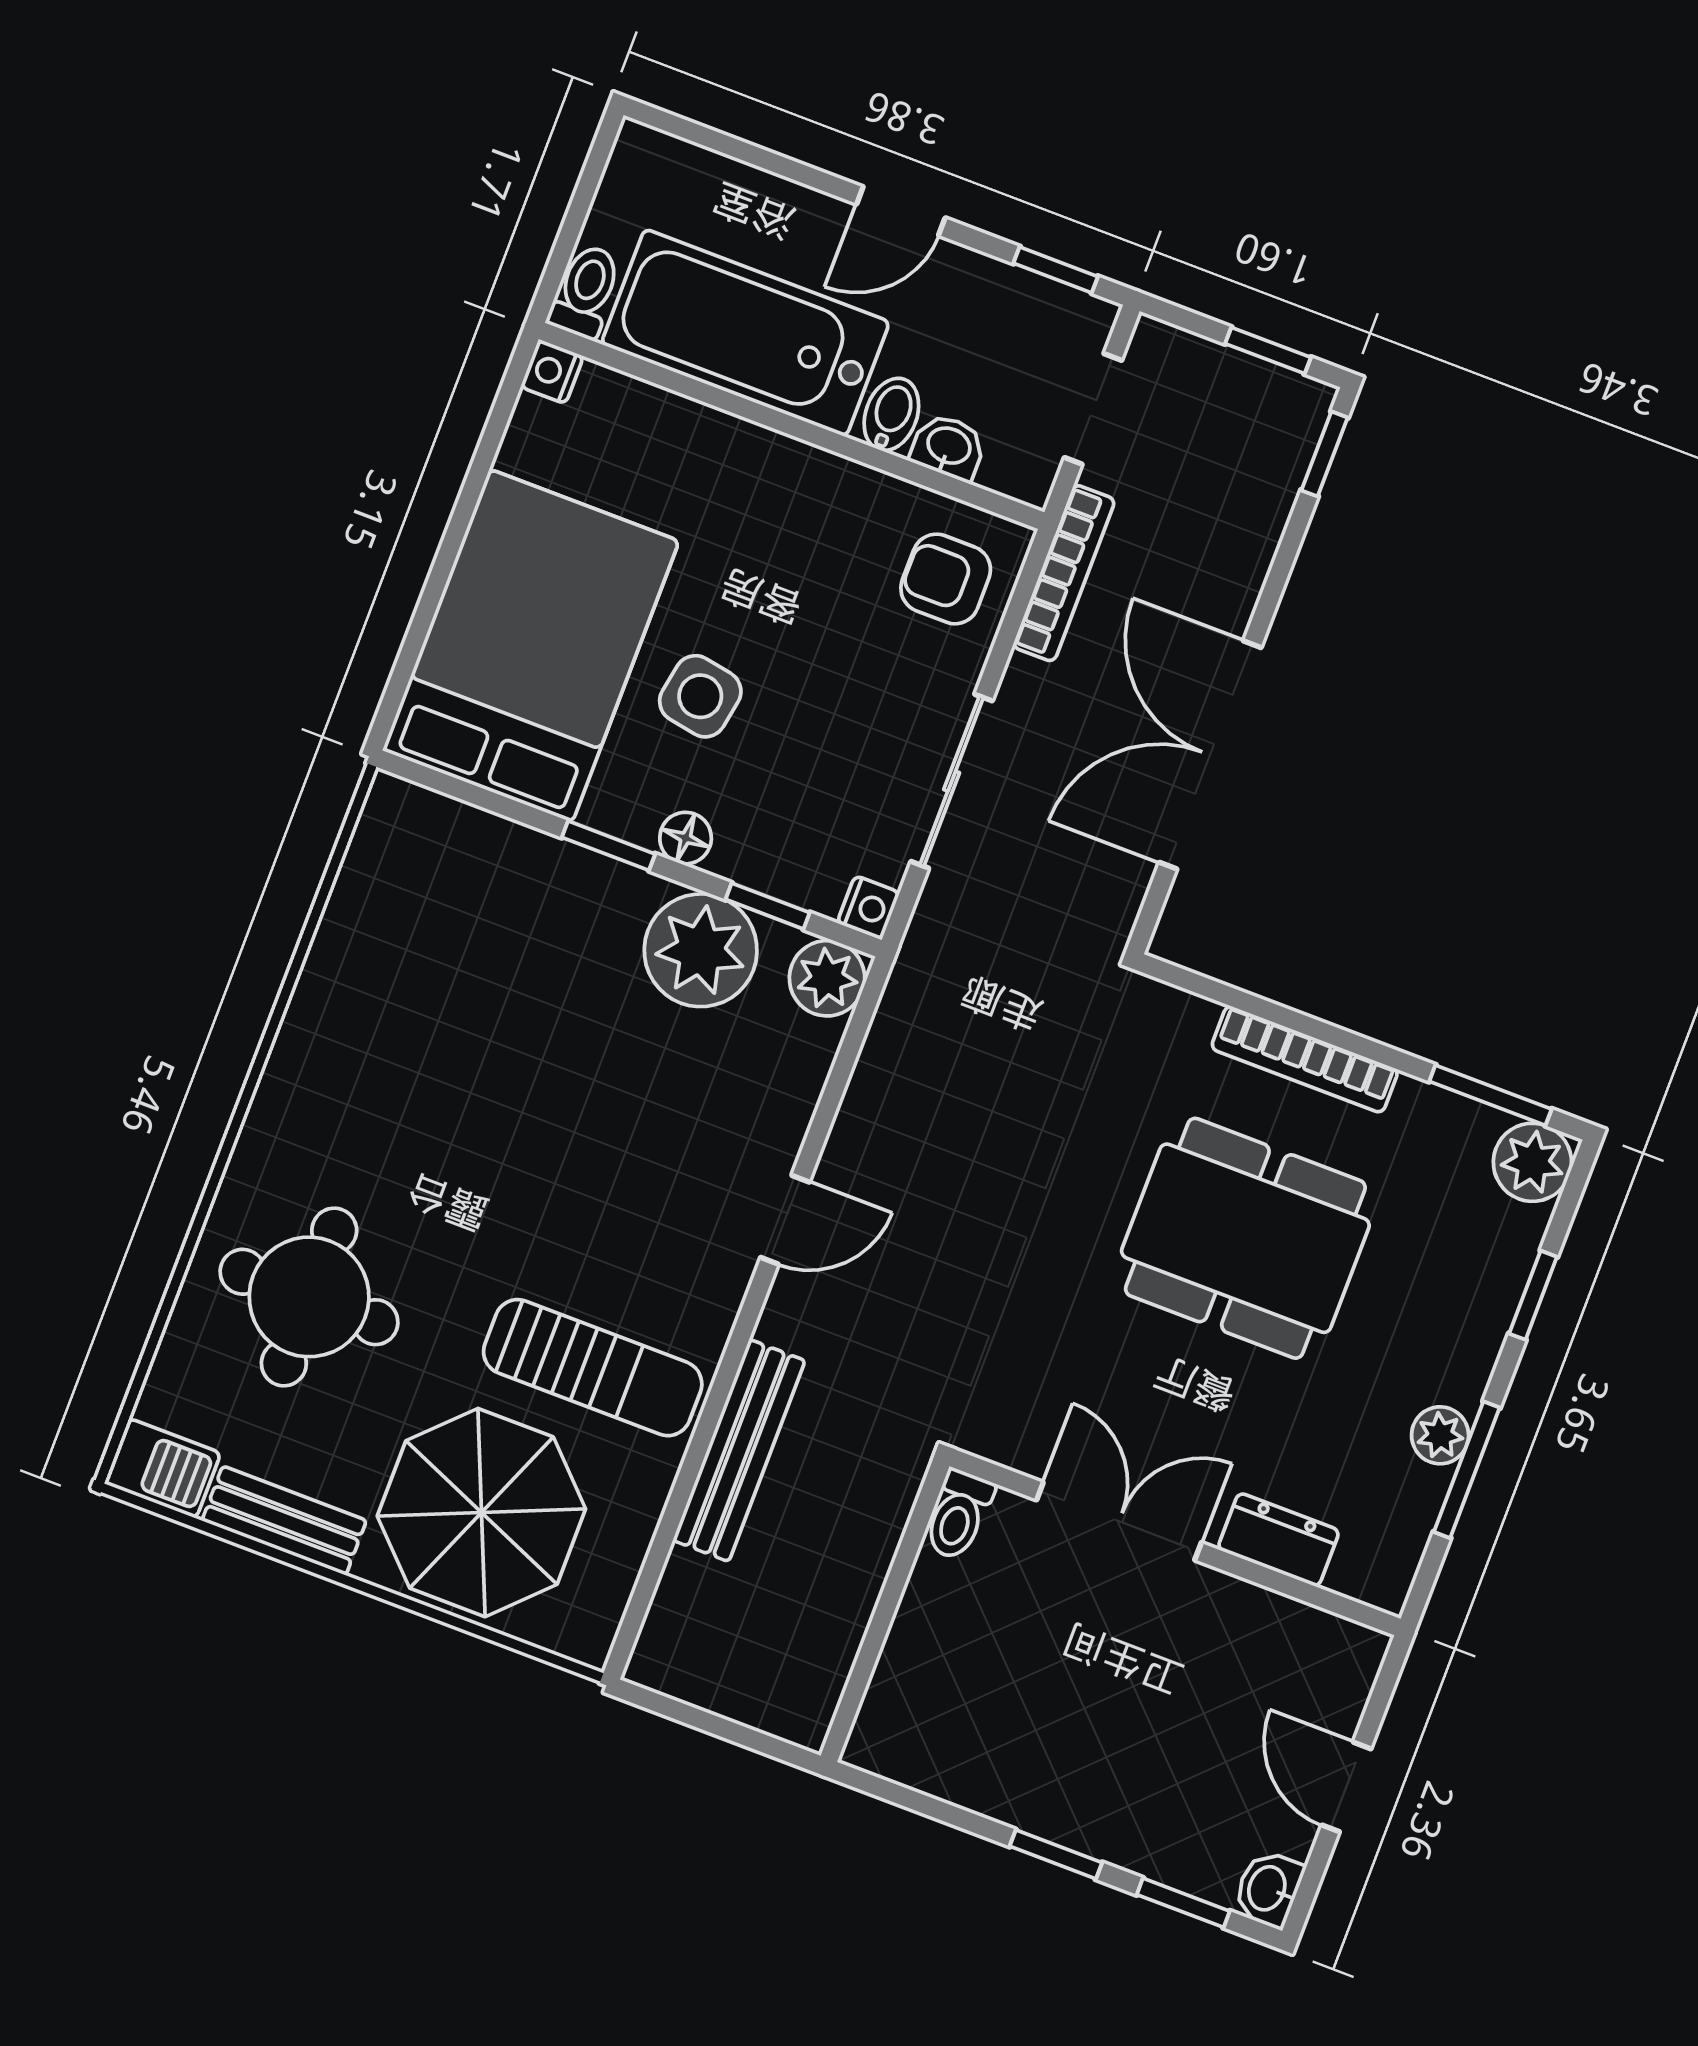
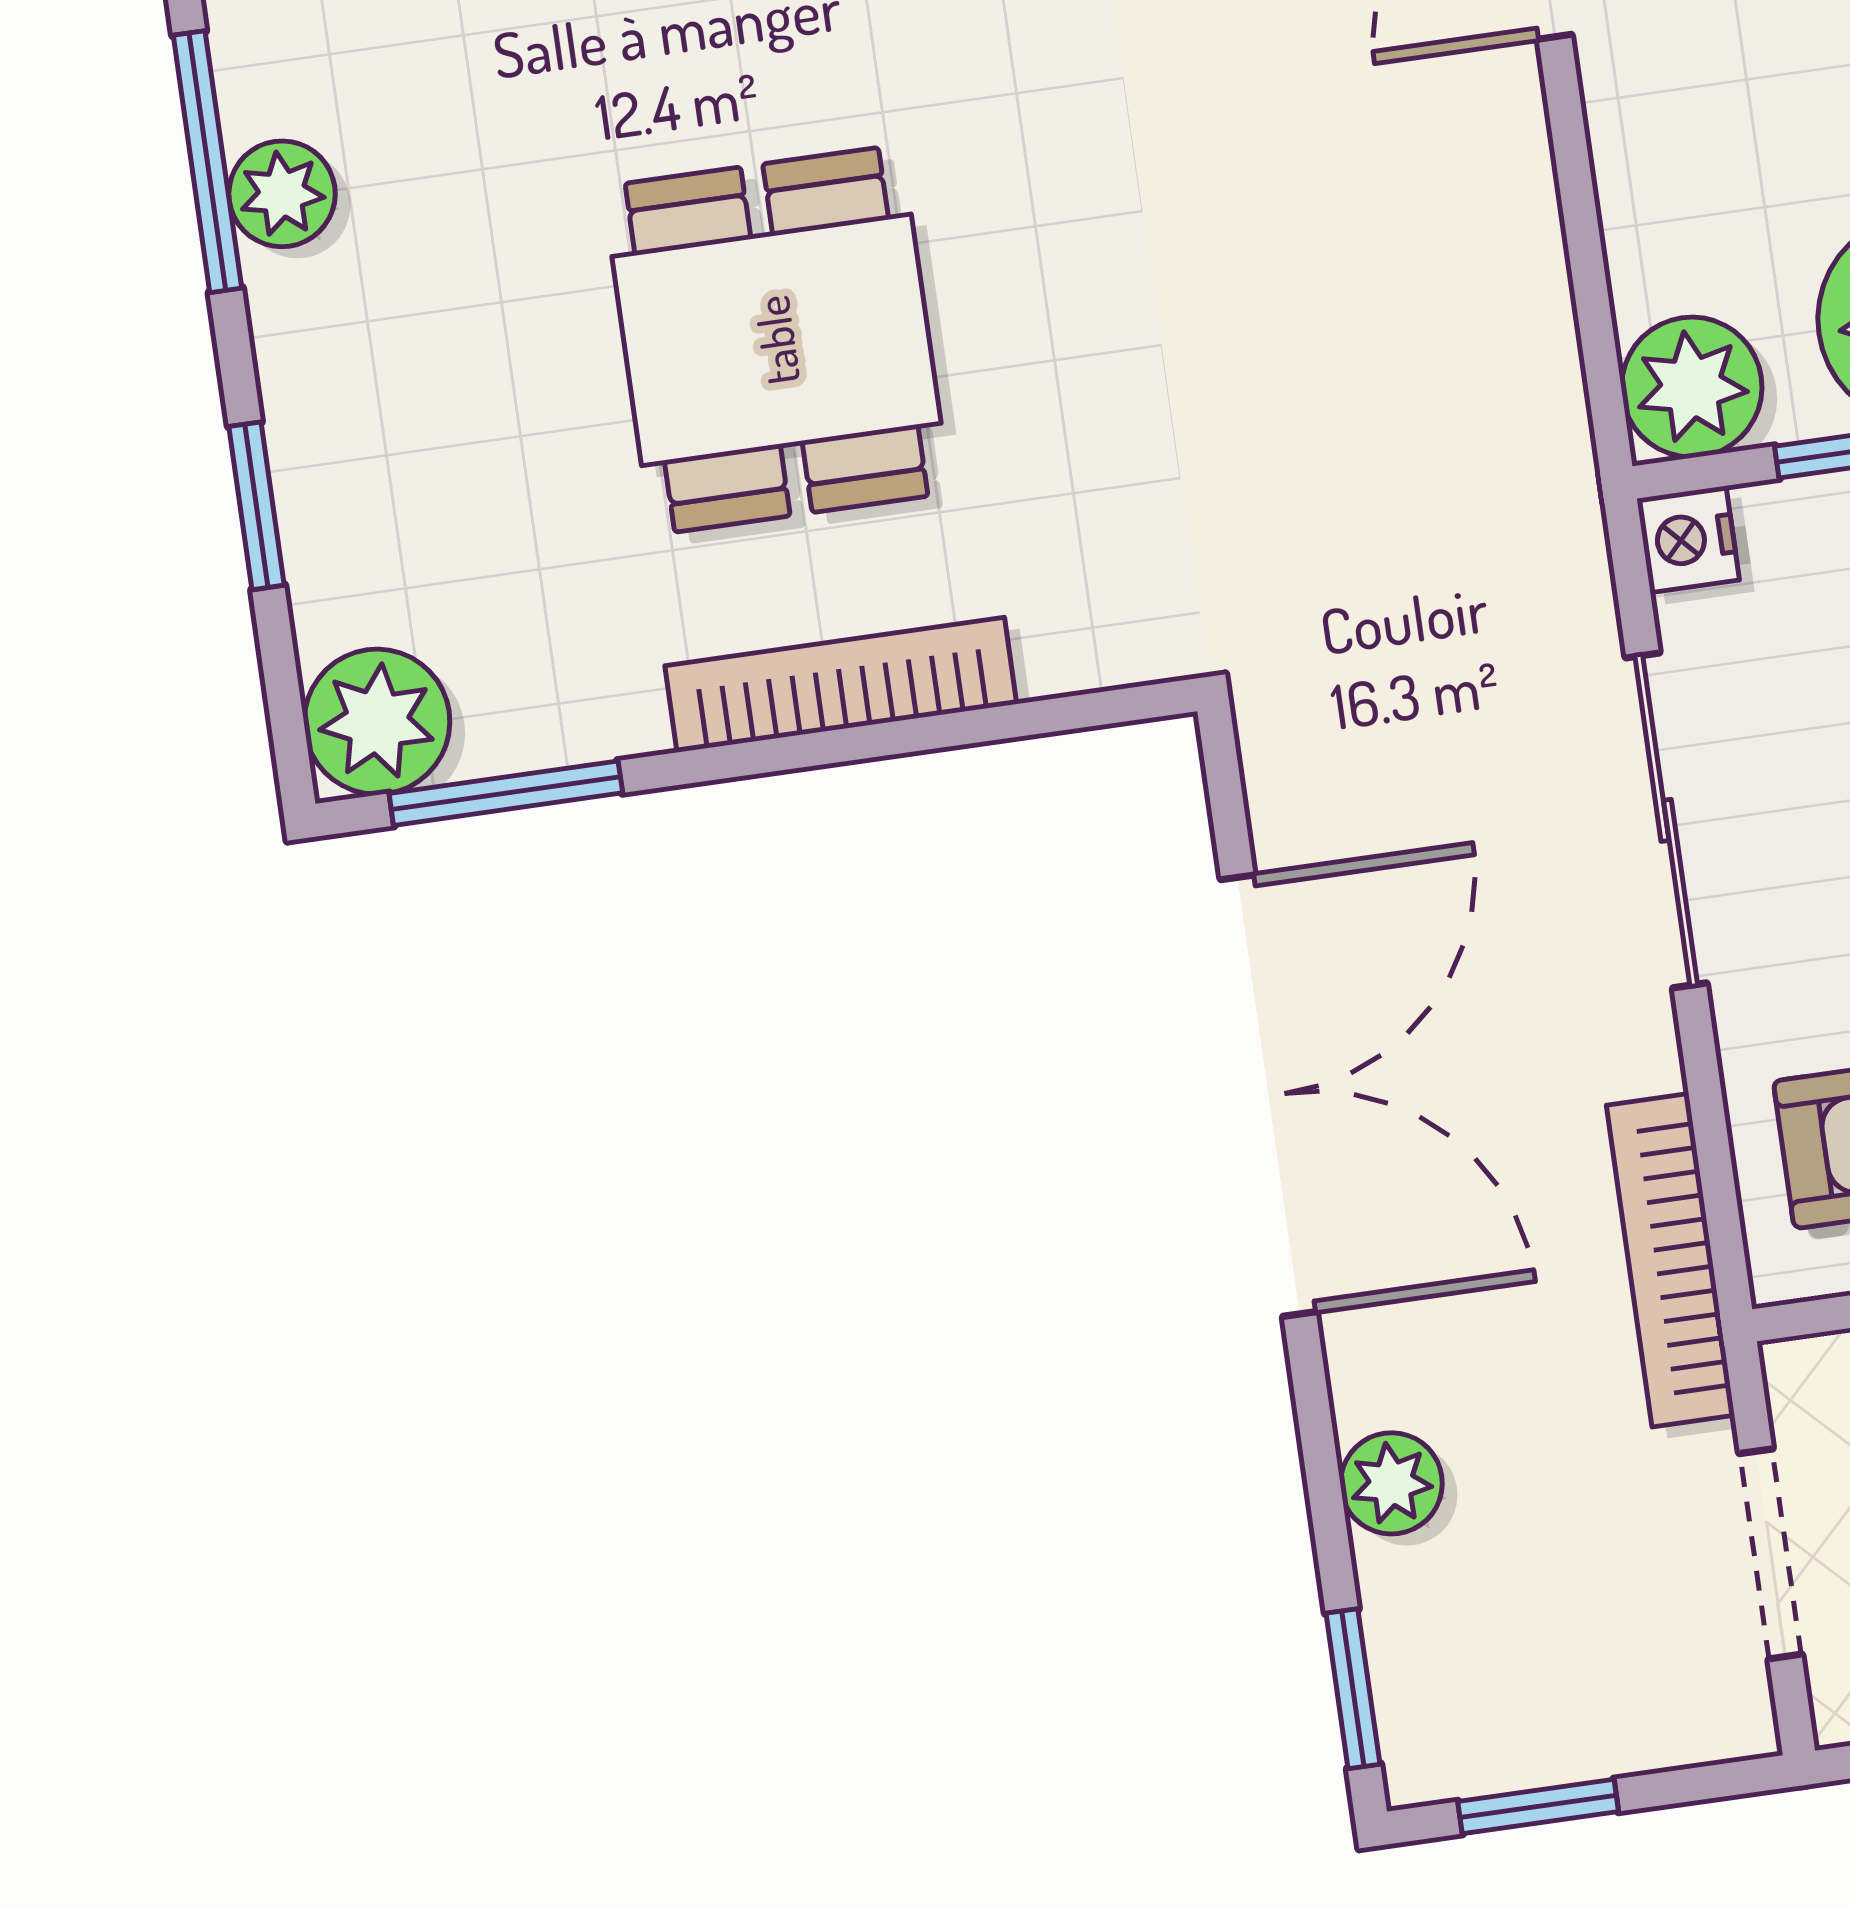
plant: (1253, 541) -> (1391, 1483), added
dining table: (1245, 1238) -> (776, 340), width x0.73

